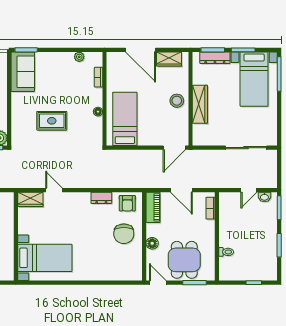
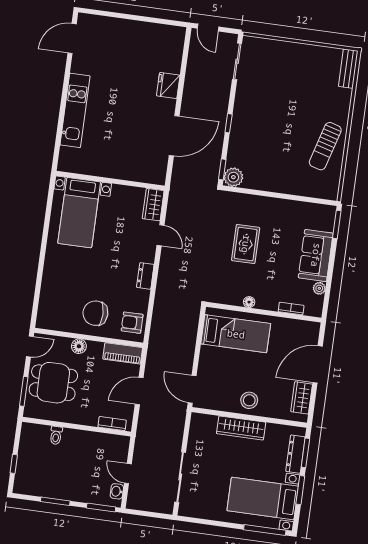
sofa: (23, 72) -> (316, 255), moved, turned 90
door: (54, 190) -> (161, 235), hinge flipped
dresser: (101, 198) -> (145, 276), moved

